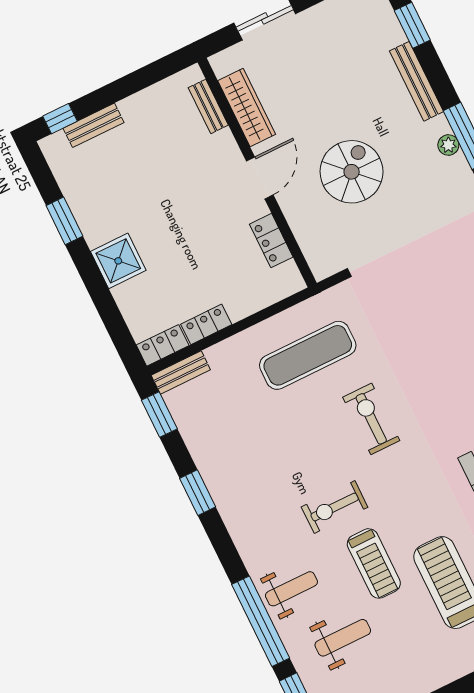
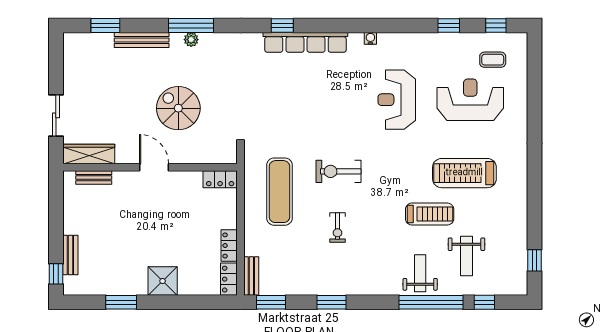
wardrobe: (247, 108) -> (89, 154), moved
locker: (271, 241) -> (220, 179), moved
exercise bike: (335, 507) -> (338, 227), moved, width x0.73, depth x0.72
weight bench: (343, 638) -> (466, 256), turned 180

